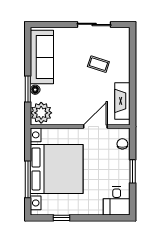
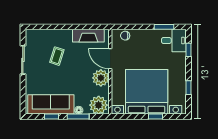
window: (28, 58) -> (51, 117), added
plant: (73, 115) -> (101, 78), added
window: (133, 171) -> (164, 27), moved
window: (28, 179) -> (156, 117), width x0.46
window: (106, 218) -> (189, 50), added

